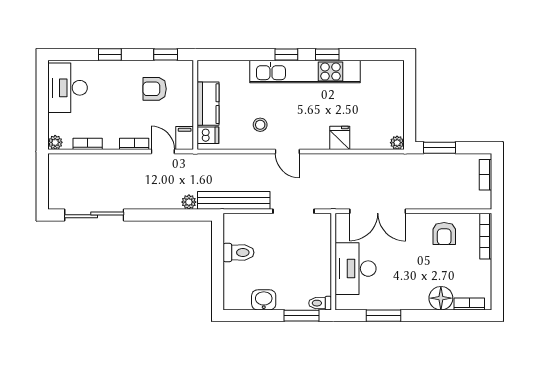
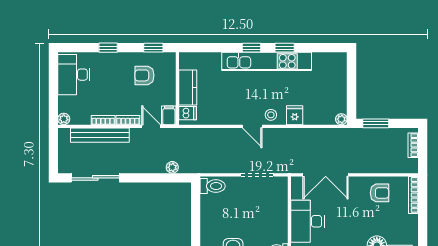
stool: (260, 125) -> (271, 115), moved
bookcase: (88, 144) -> (103, 120), moved
bench: (234, 200) -> (100, 135), moved
armchair: (444, 234) -> (380, 193), turned -90
toilet: (239, 252) -> (213, 186), moved

